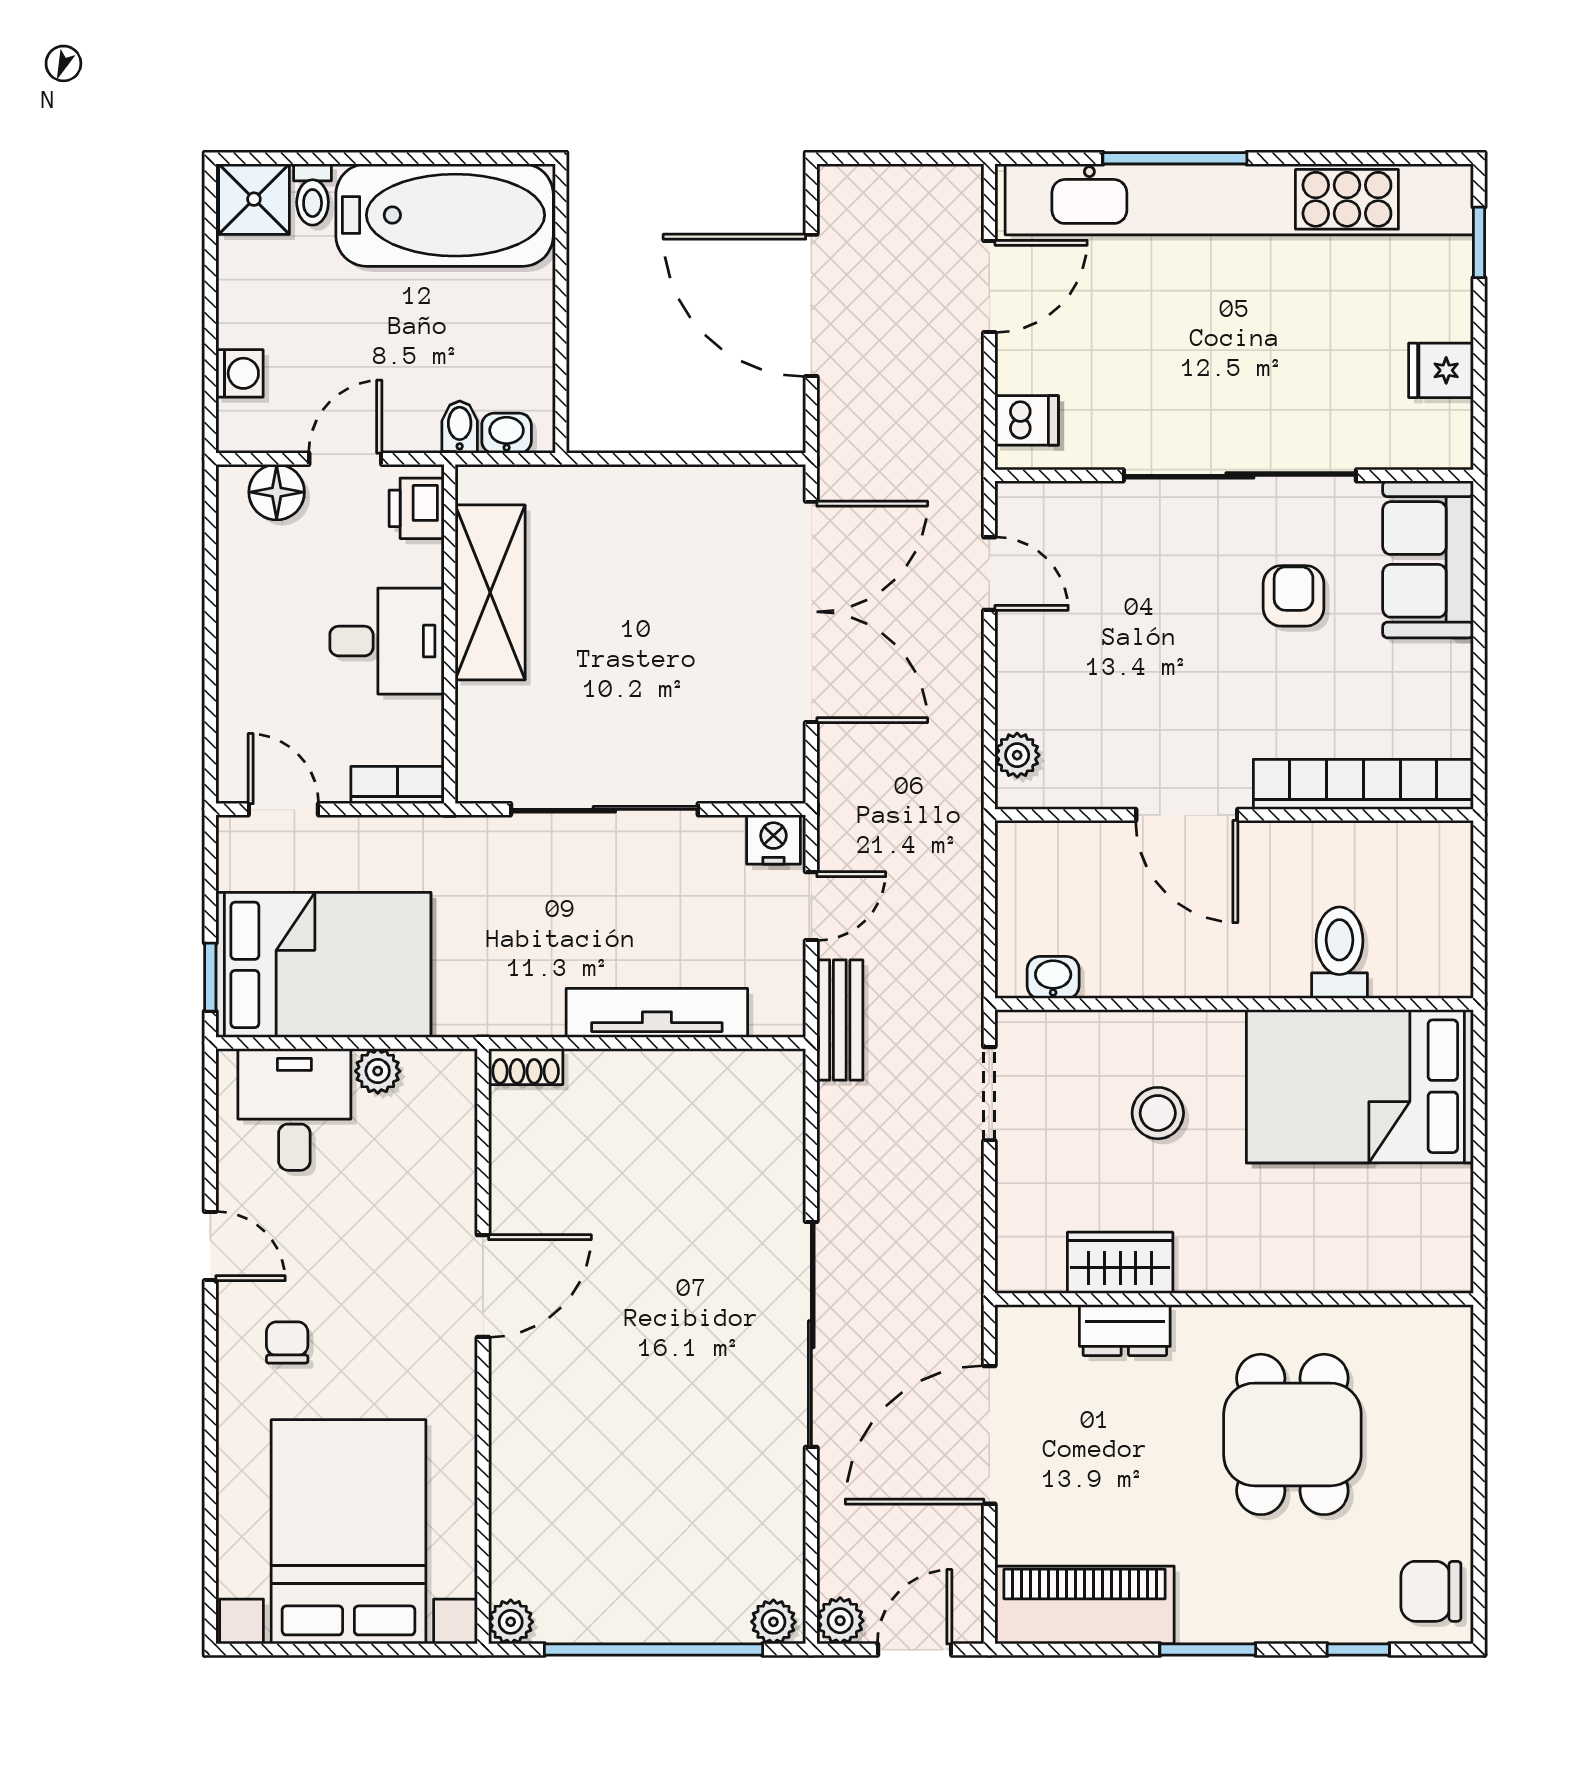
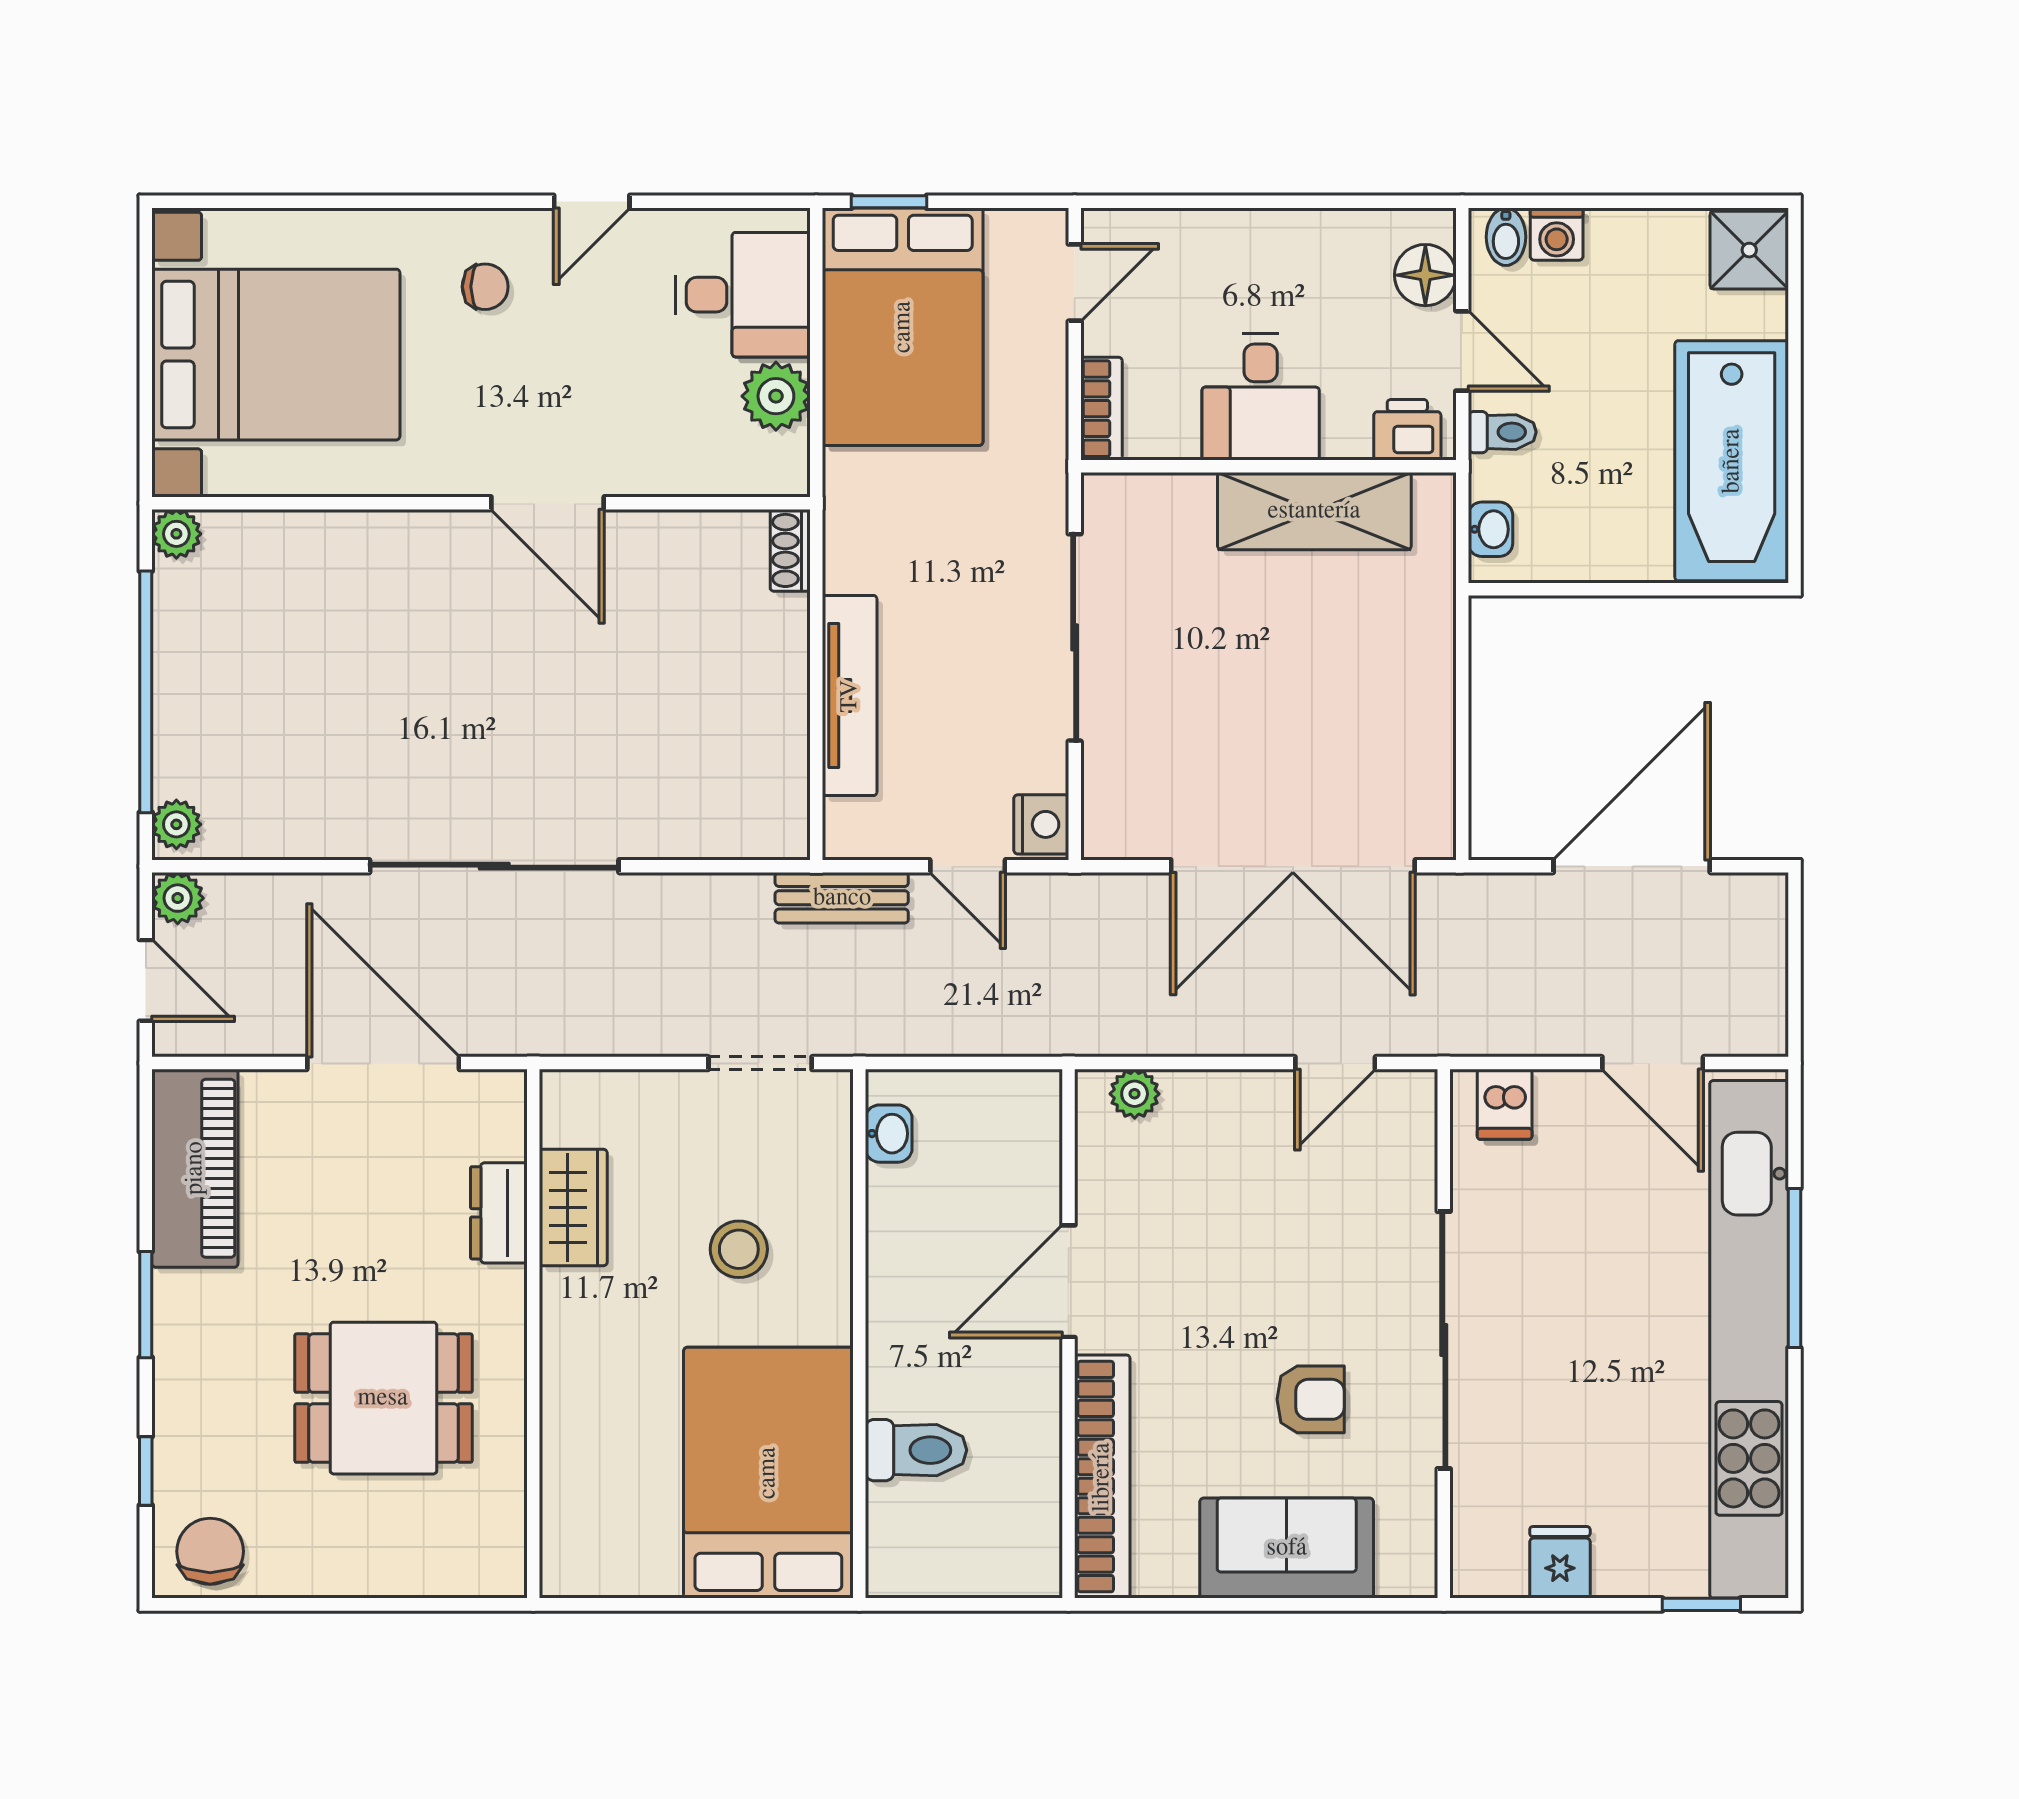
toilet: (313, 194) -> (1502, 432), moved, turned 180
bidet: (460, 427) -> (1506, 237), moved, turned 90
sofa: (1428, 559) -> (1287, 1548), moved
plant: (378, 1071) -> (776, 396), width x1.38, depth x1.38

